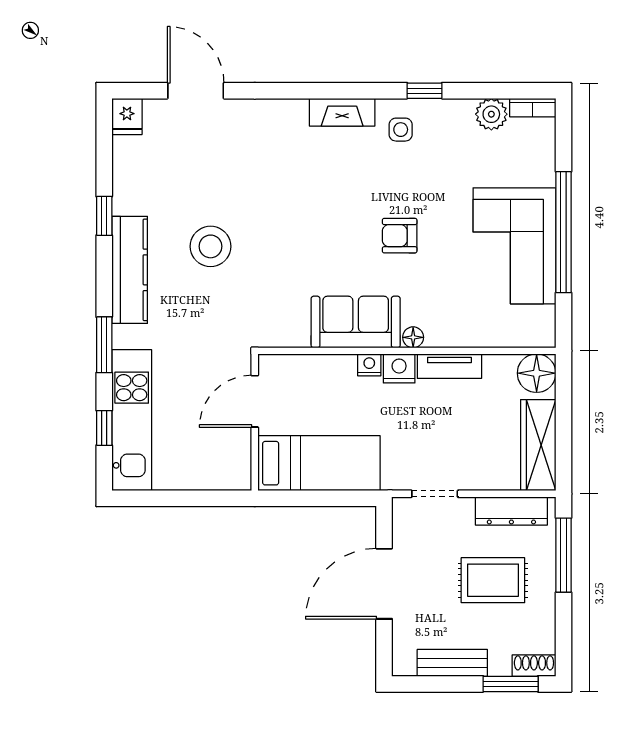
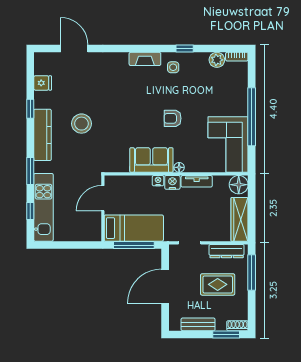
fridge: (127, 116) -> (43, 83), moved, turned -90
corner sofa: (515, 246) -> (228, 144), moved
window: (319, 498) -> (134, 245), added

